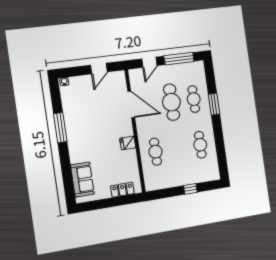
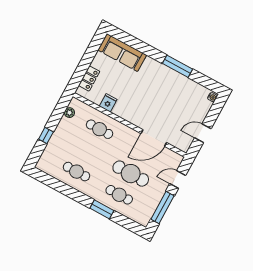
door: (149, 62) -> (178, 180), hinge flipped
door: (99, 69) -> (203, 133), hinge flipped
fridge: (128, 143) -> (108, 103), moved
sofa: (82, 180) -> (122, 53), width x1.36
plant: (160, 185) -> (69, 113), added

